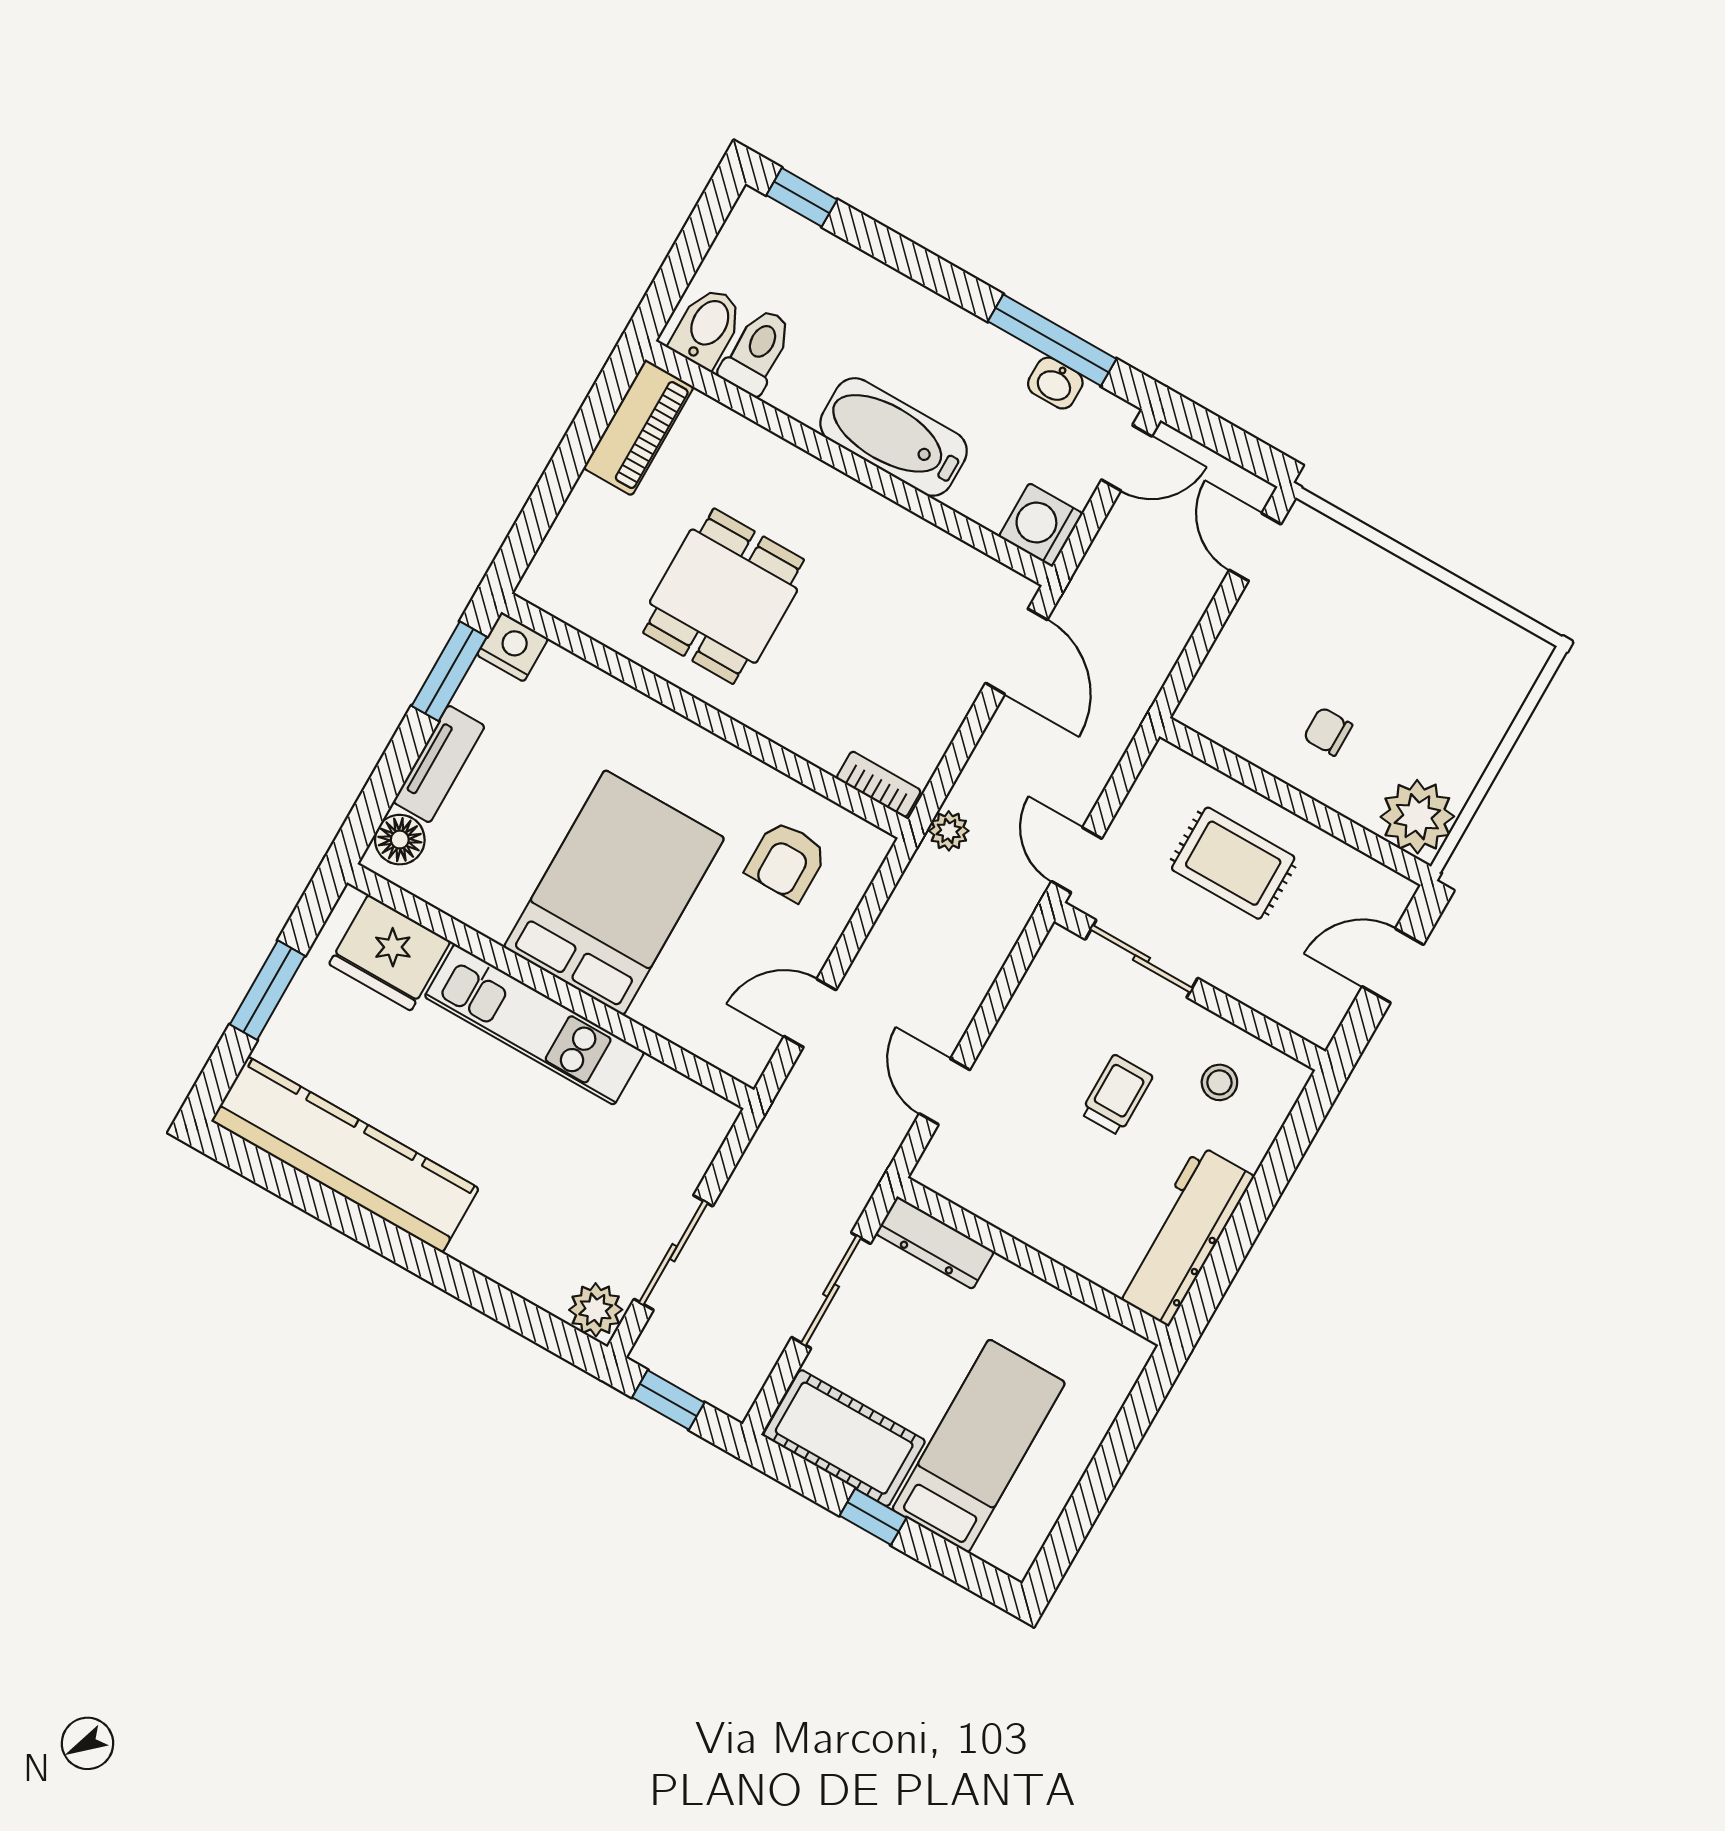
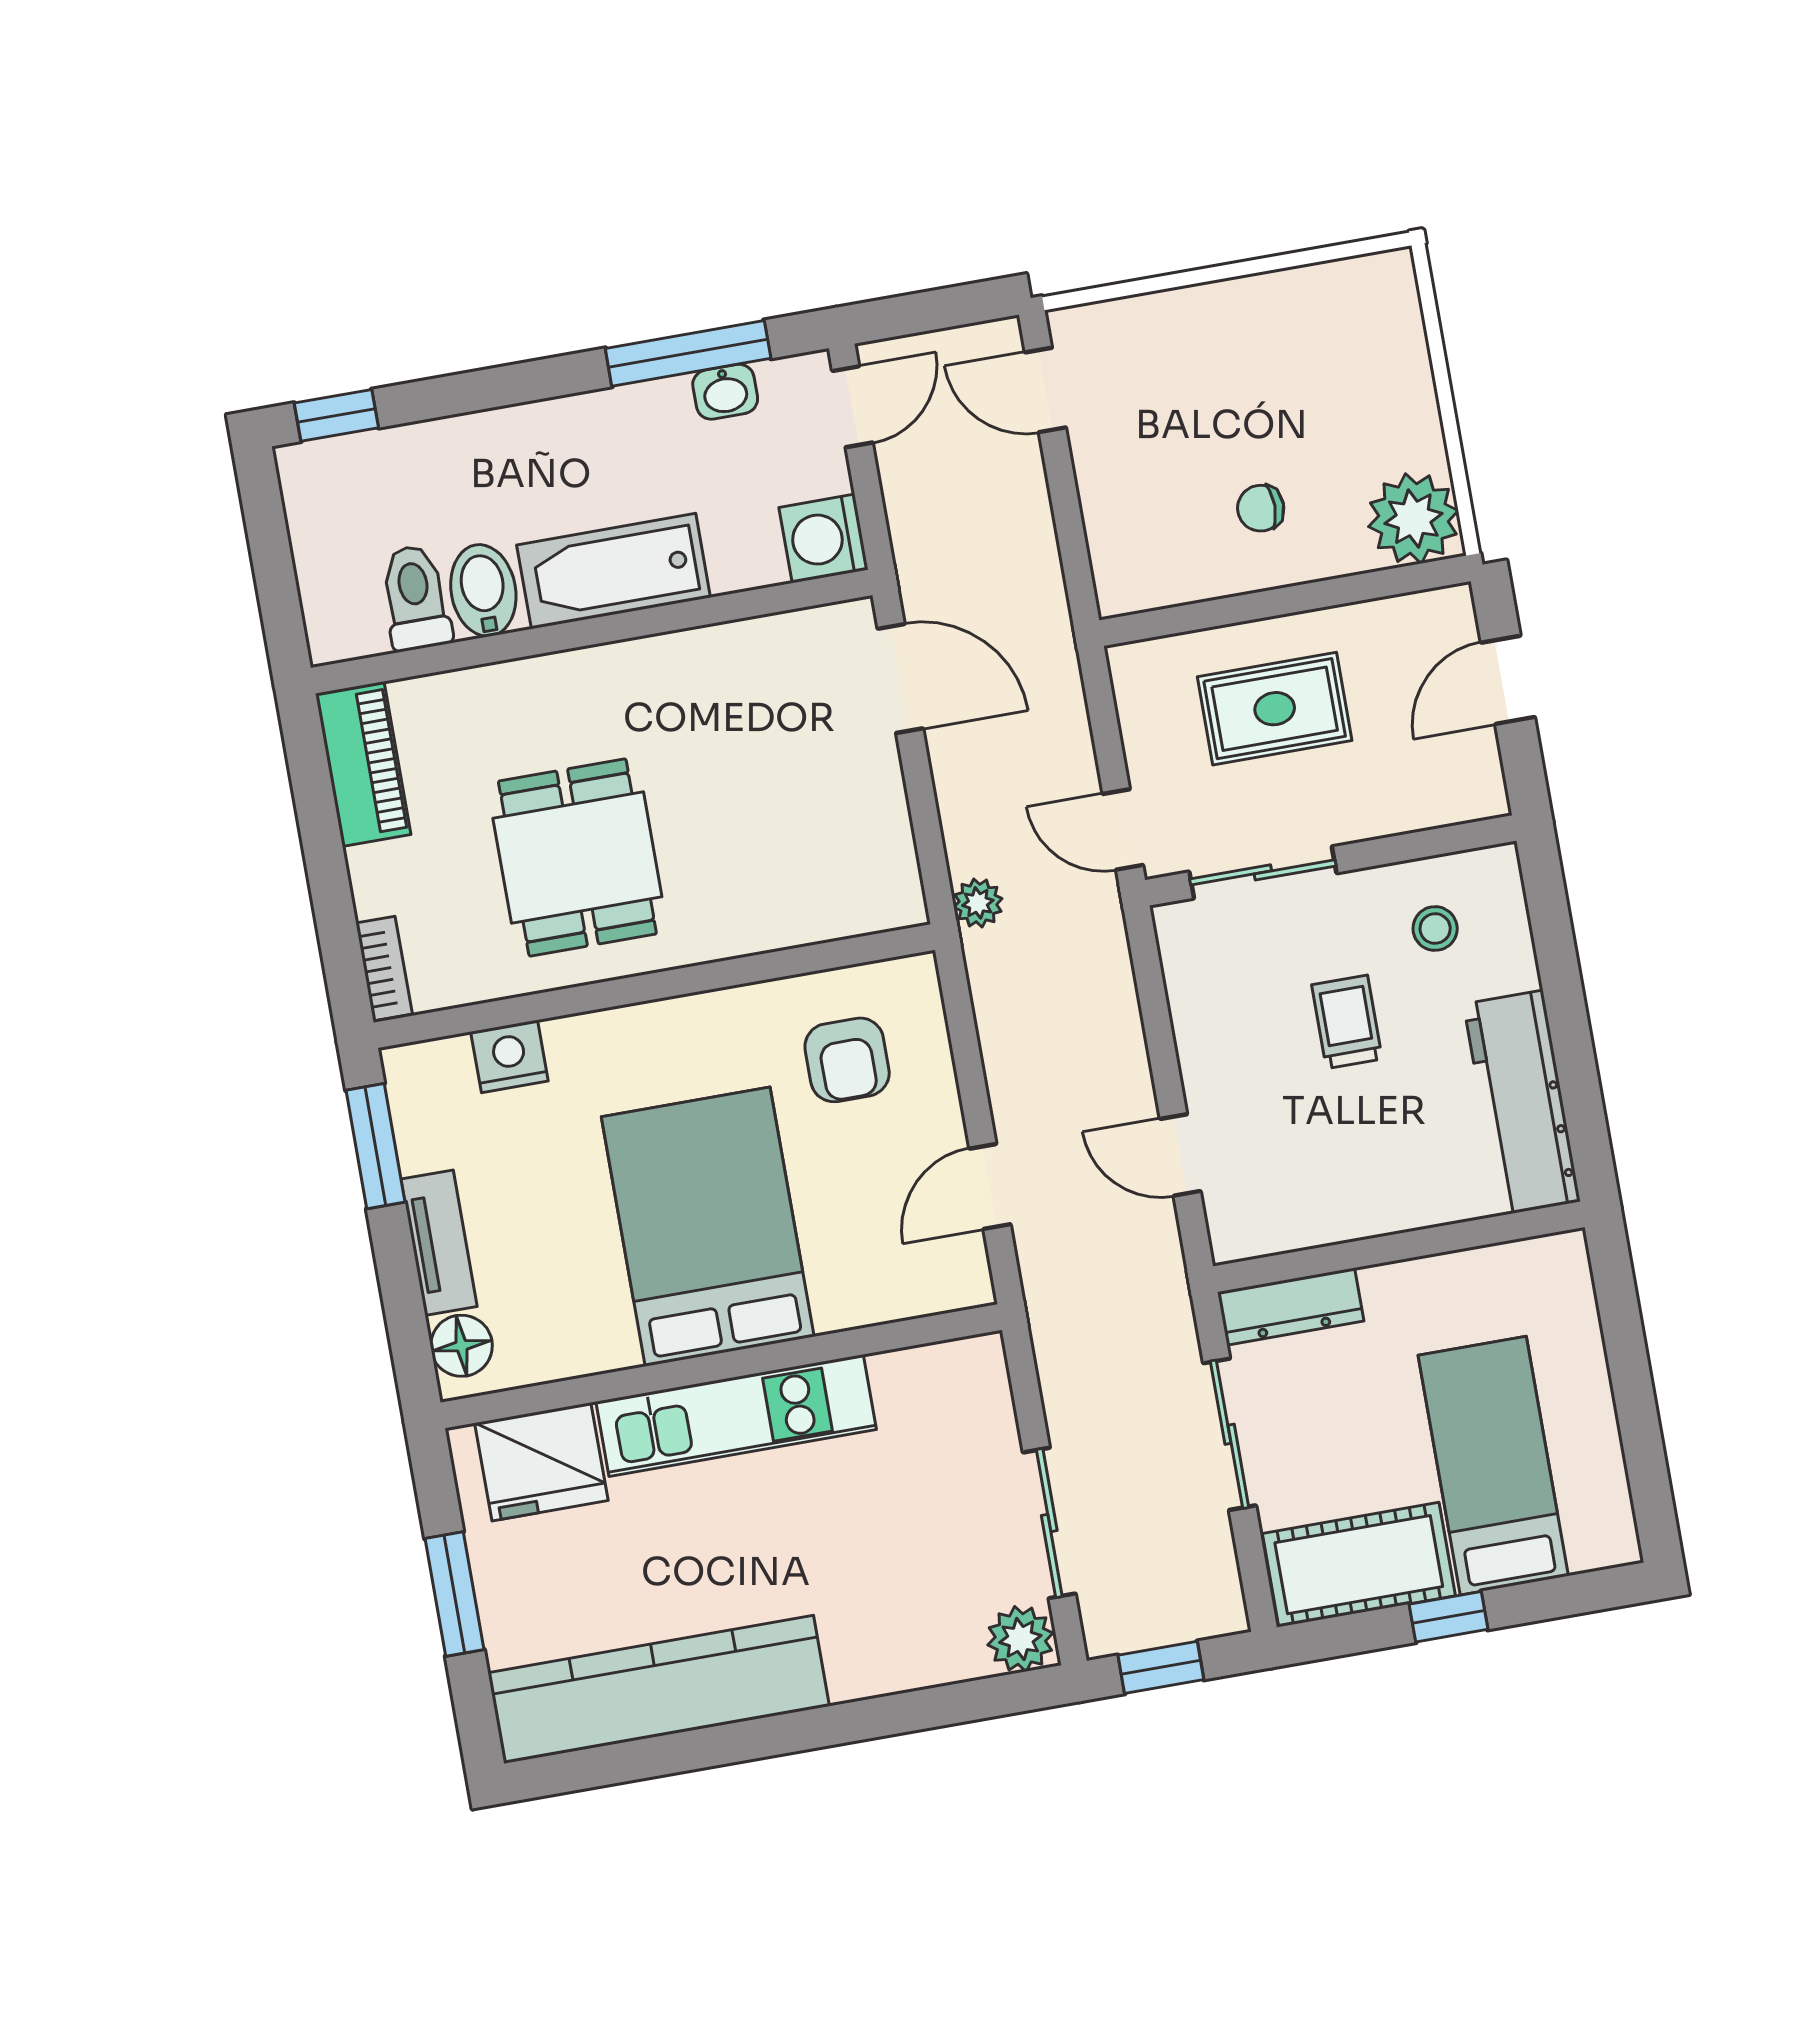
bidet: (707, 327) -> (483, 590), moved
nightstand: (513, 647) -> (509, 1056), moved
bookcase: (879, 784) -> (384, 969), moved, turned 90

